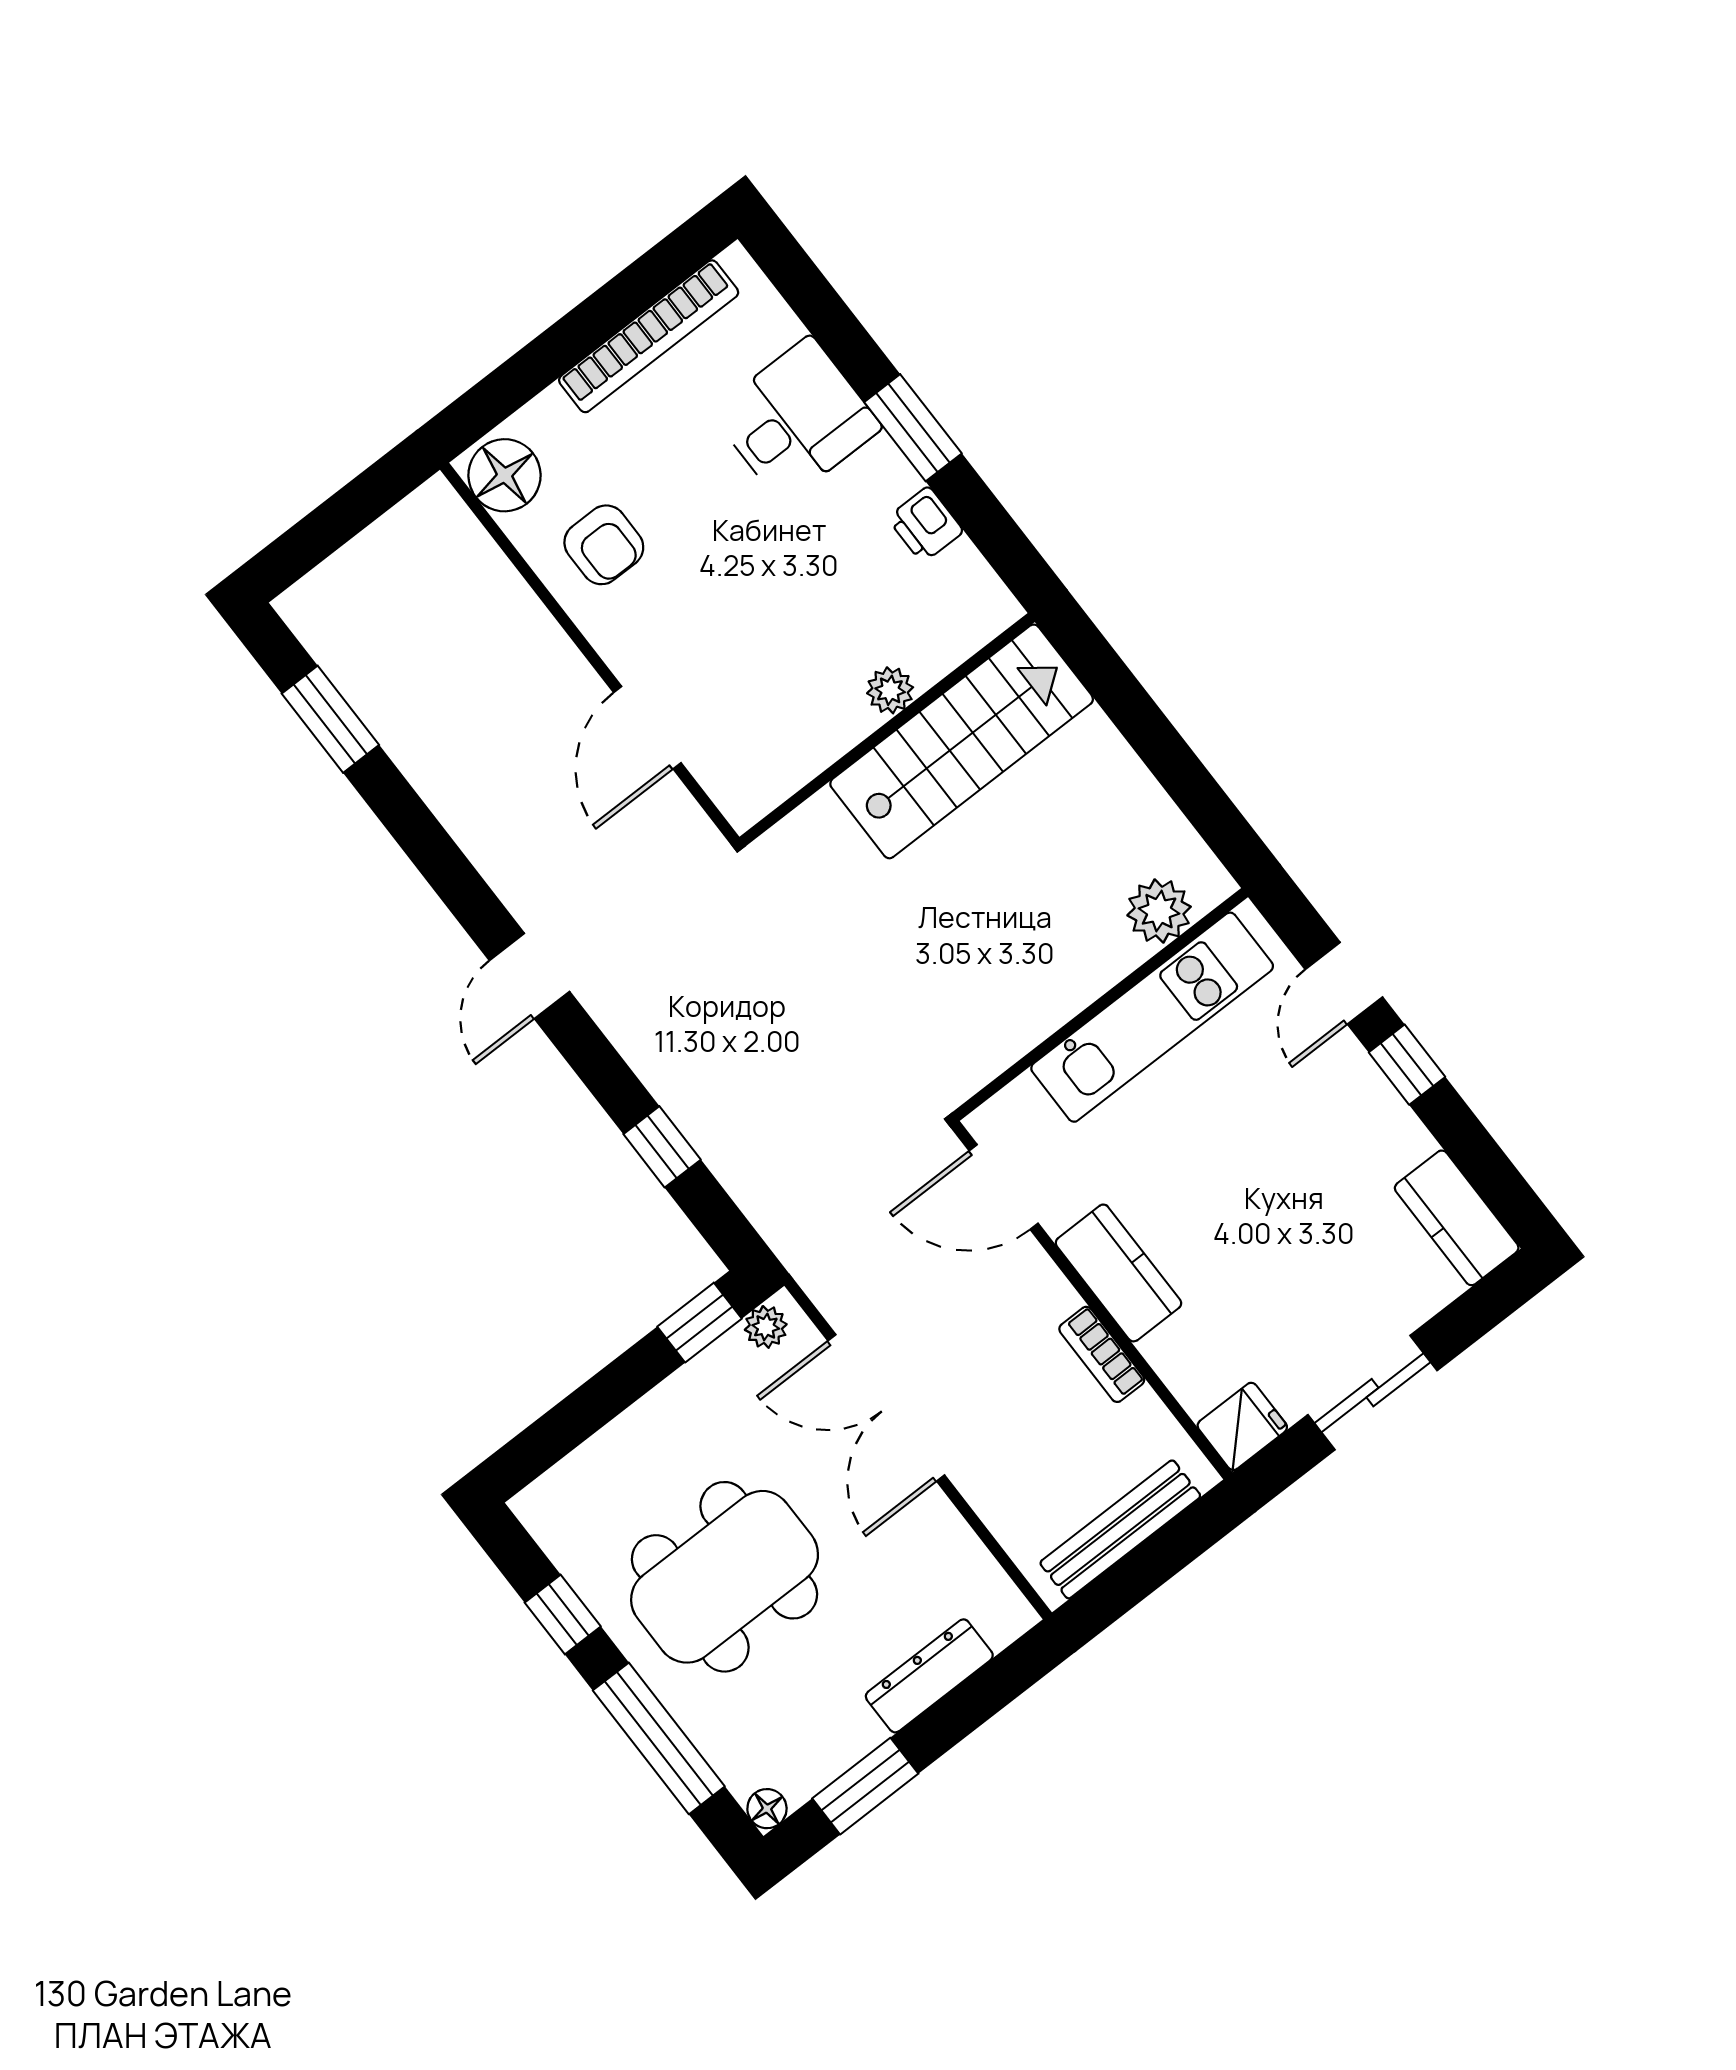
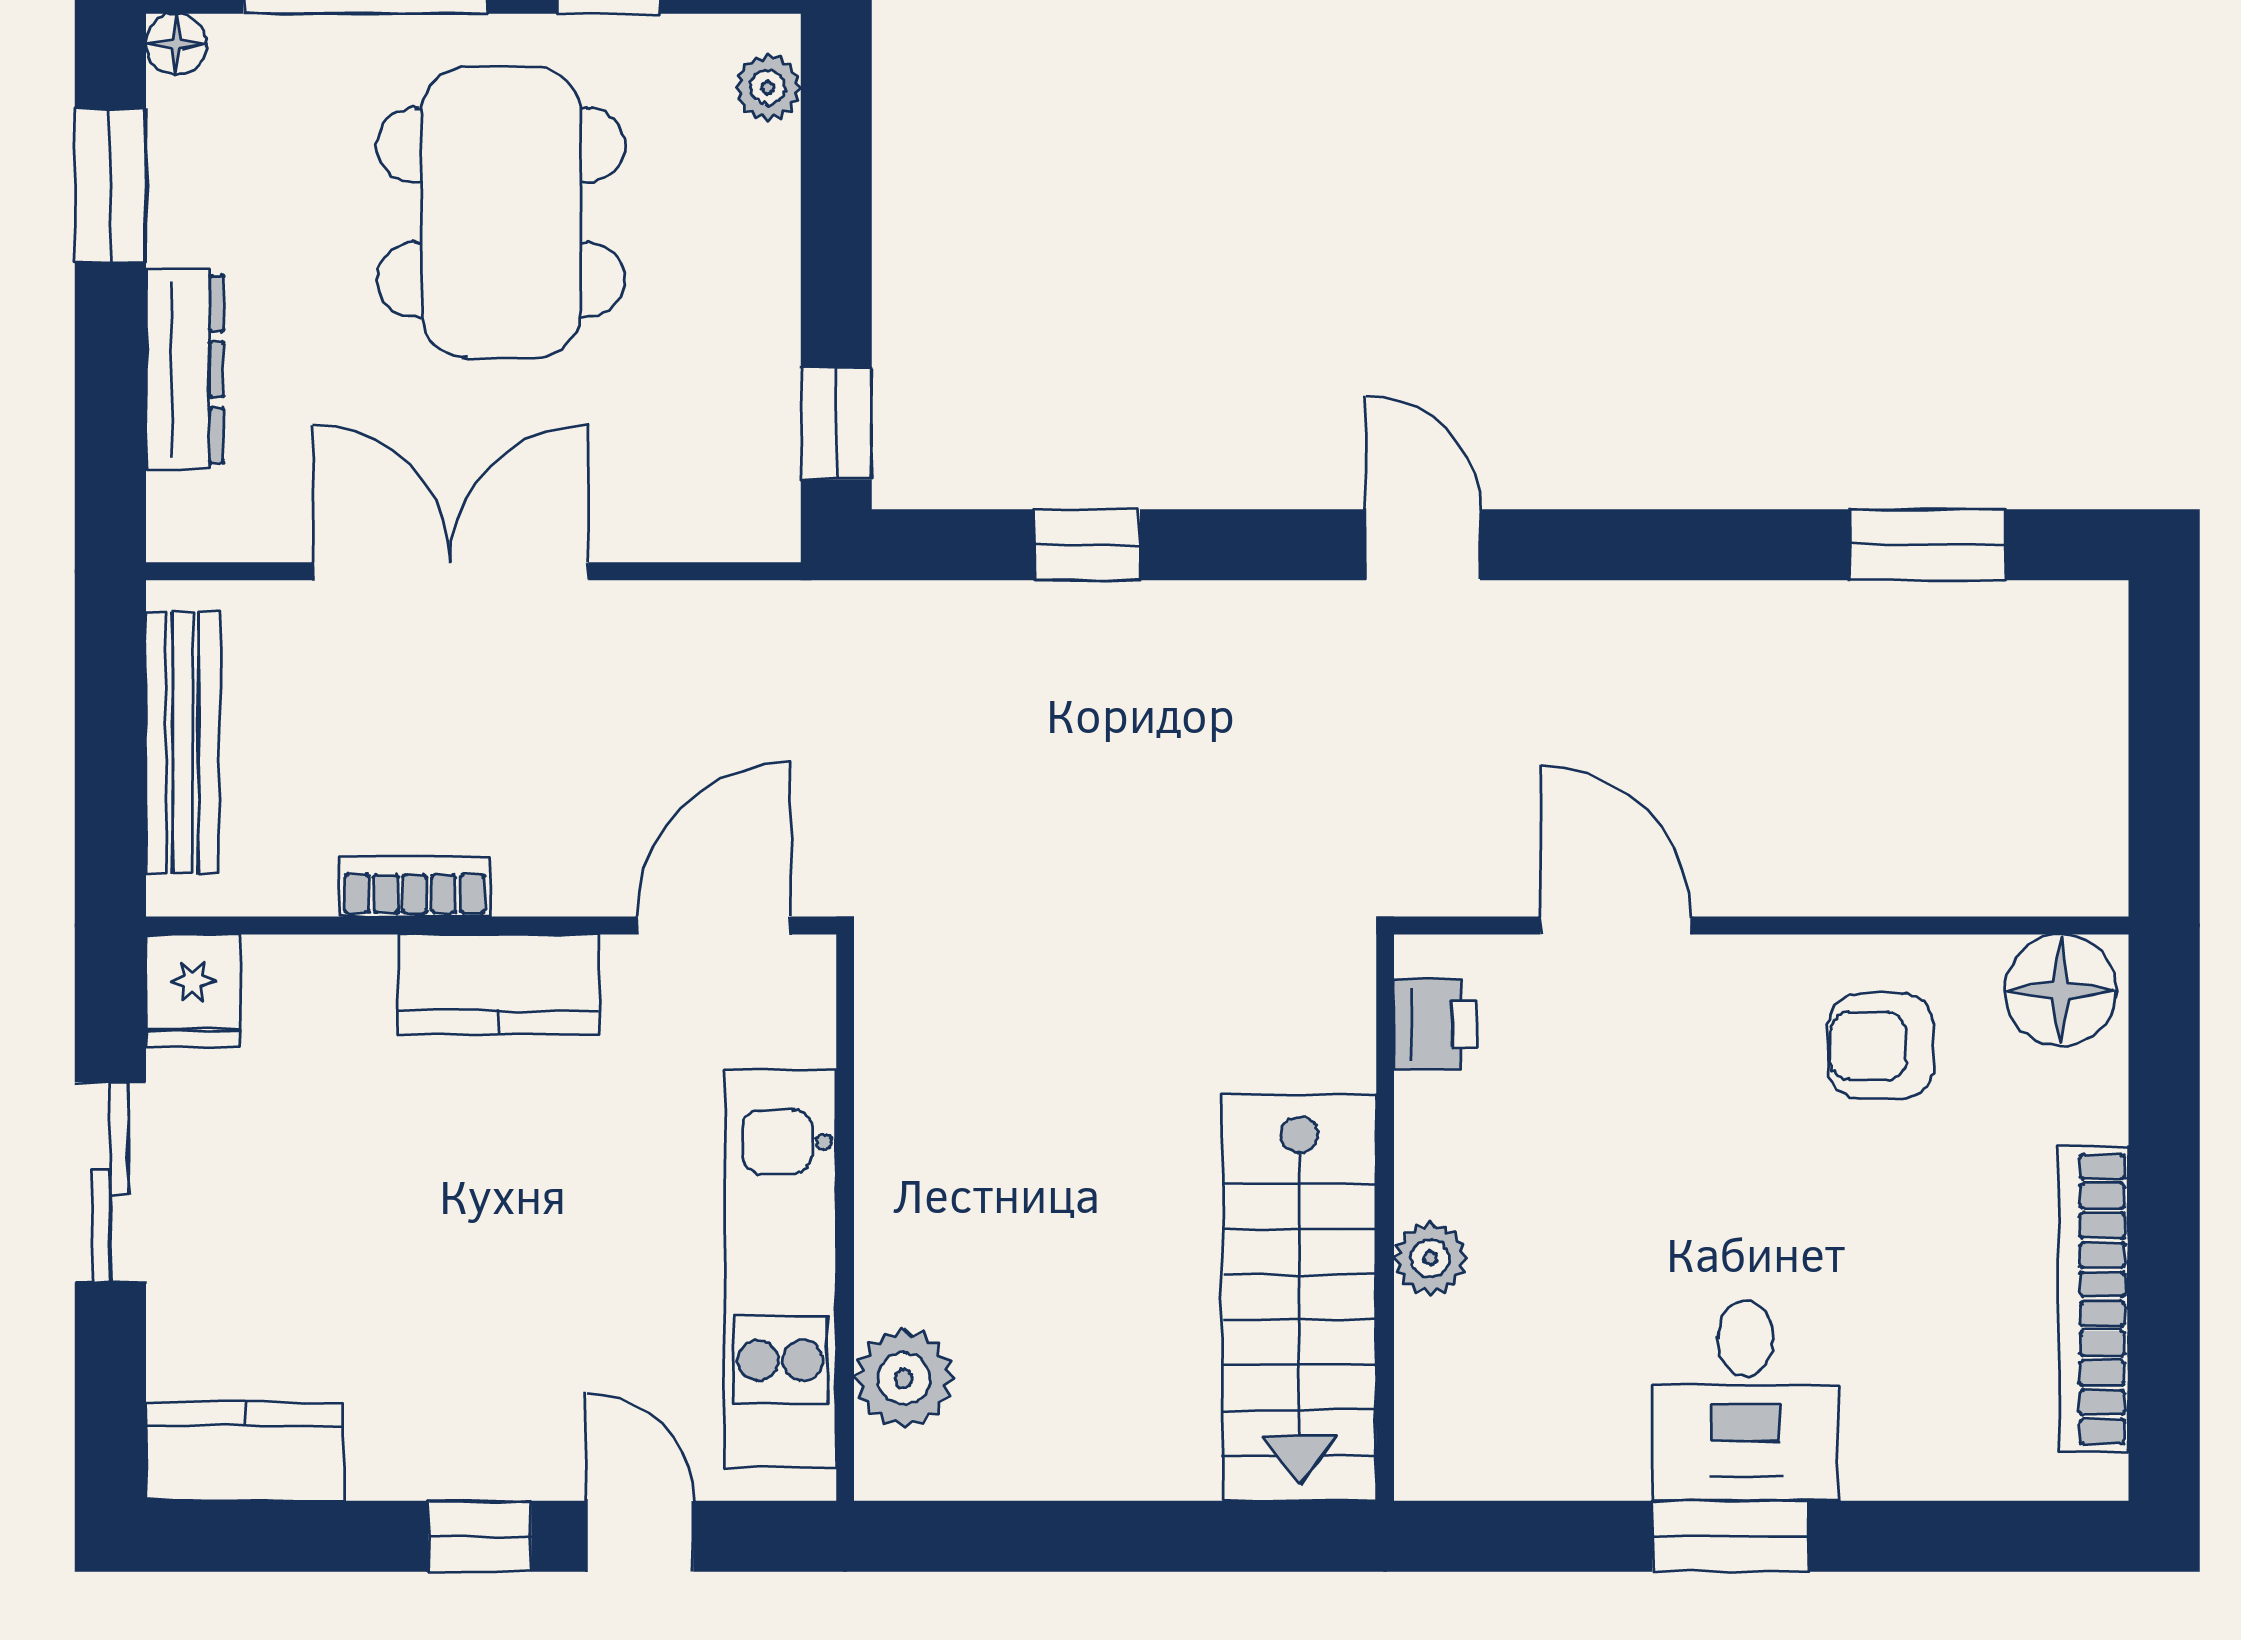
desk: (796, 420) -> (1746, 1401), moved
printer: (925, 525) -> (1435, 1024), moved, turned 90
plant: (766, 1327) -> (768, 87), moved
double door: (886, 1408) -> (450, 571), moved

